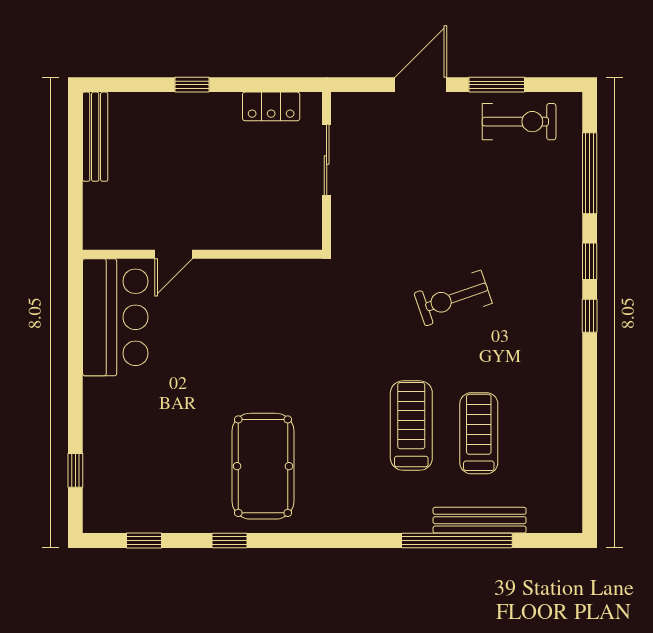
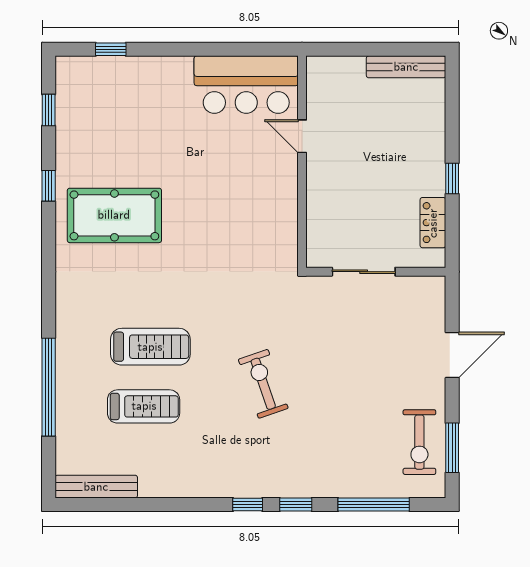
window: (192, 85) -> (452, 178), moved
door: (421, 85) -> (452, 355), hinge flipped
window: (497, 85) -> (452, 448), moved
sliding door: (327, 160) -> (364, 272), moved
bench: (480, 520) -> (96, 487), moved, turned 90

